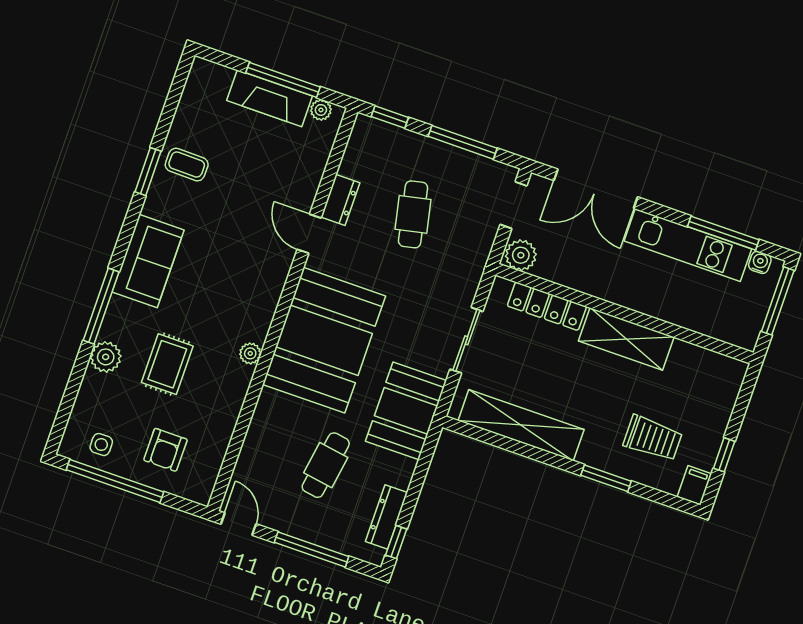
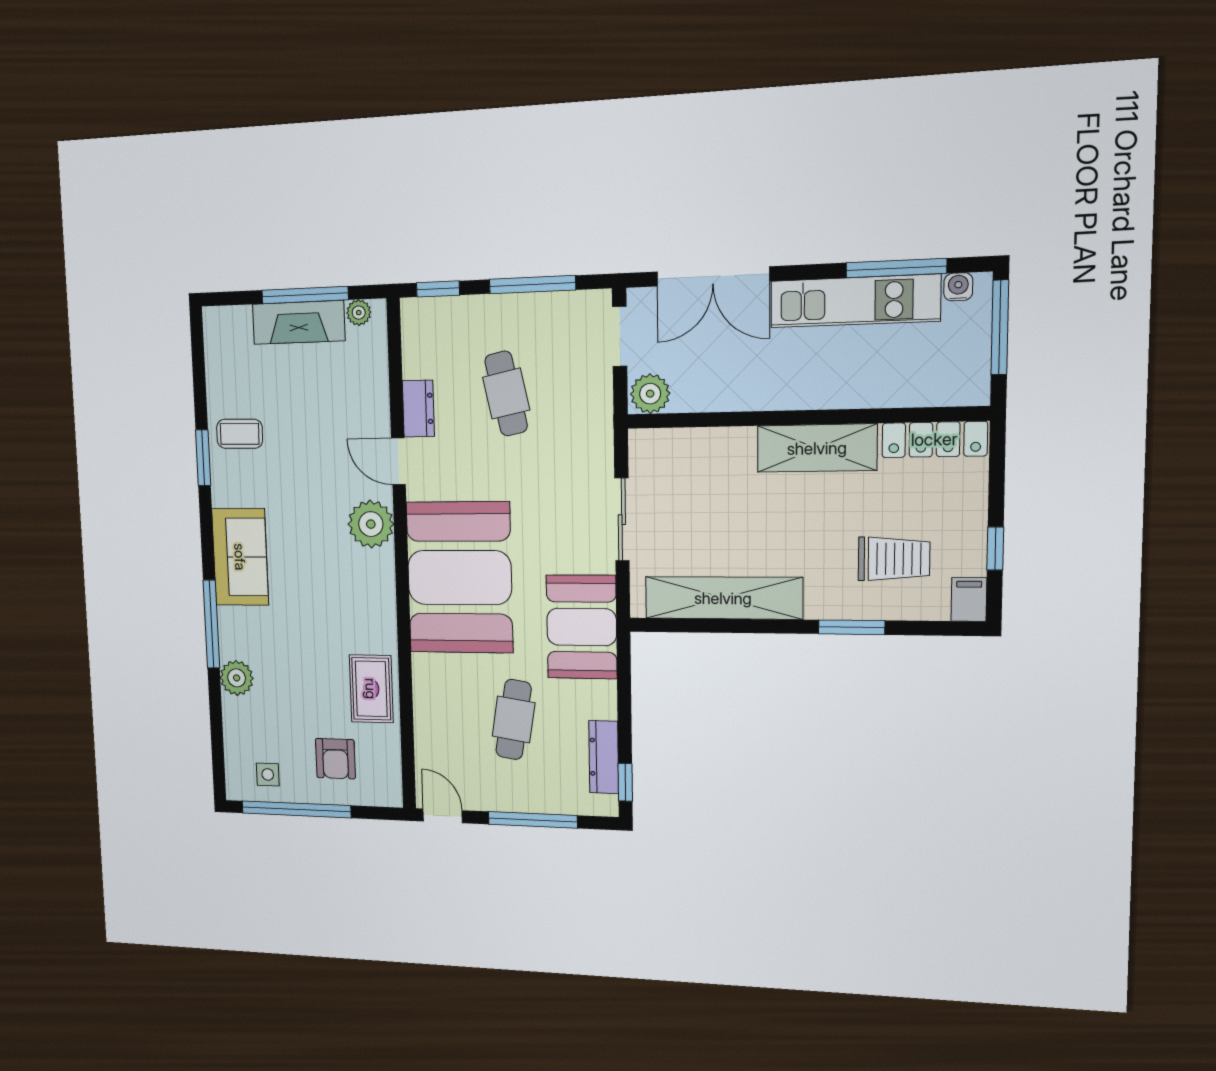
locker: (547, 306) -> (934, 439), moved
plant: (250, 353) -> (371, 524), moved, width x1.88, depth x1.88
rug: (167, 364) -> (371, 689), moved

